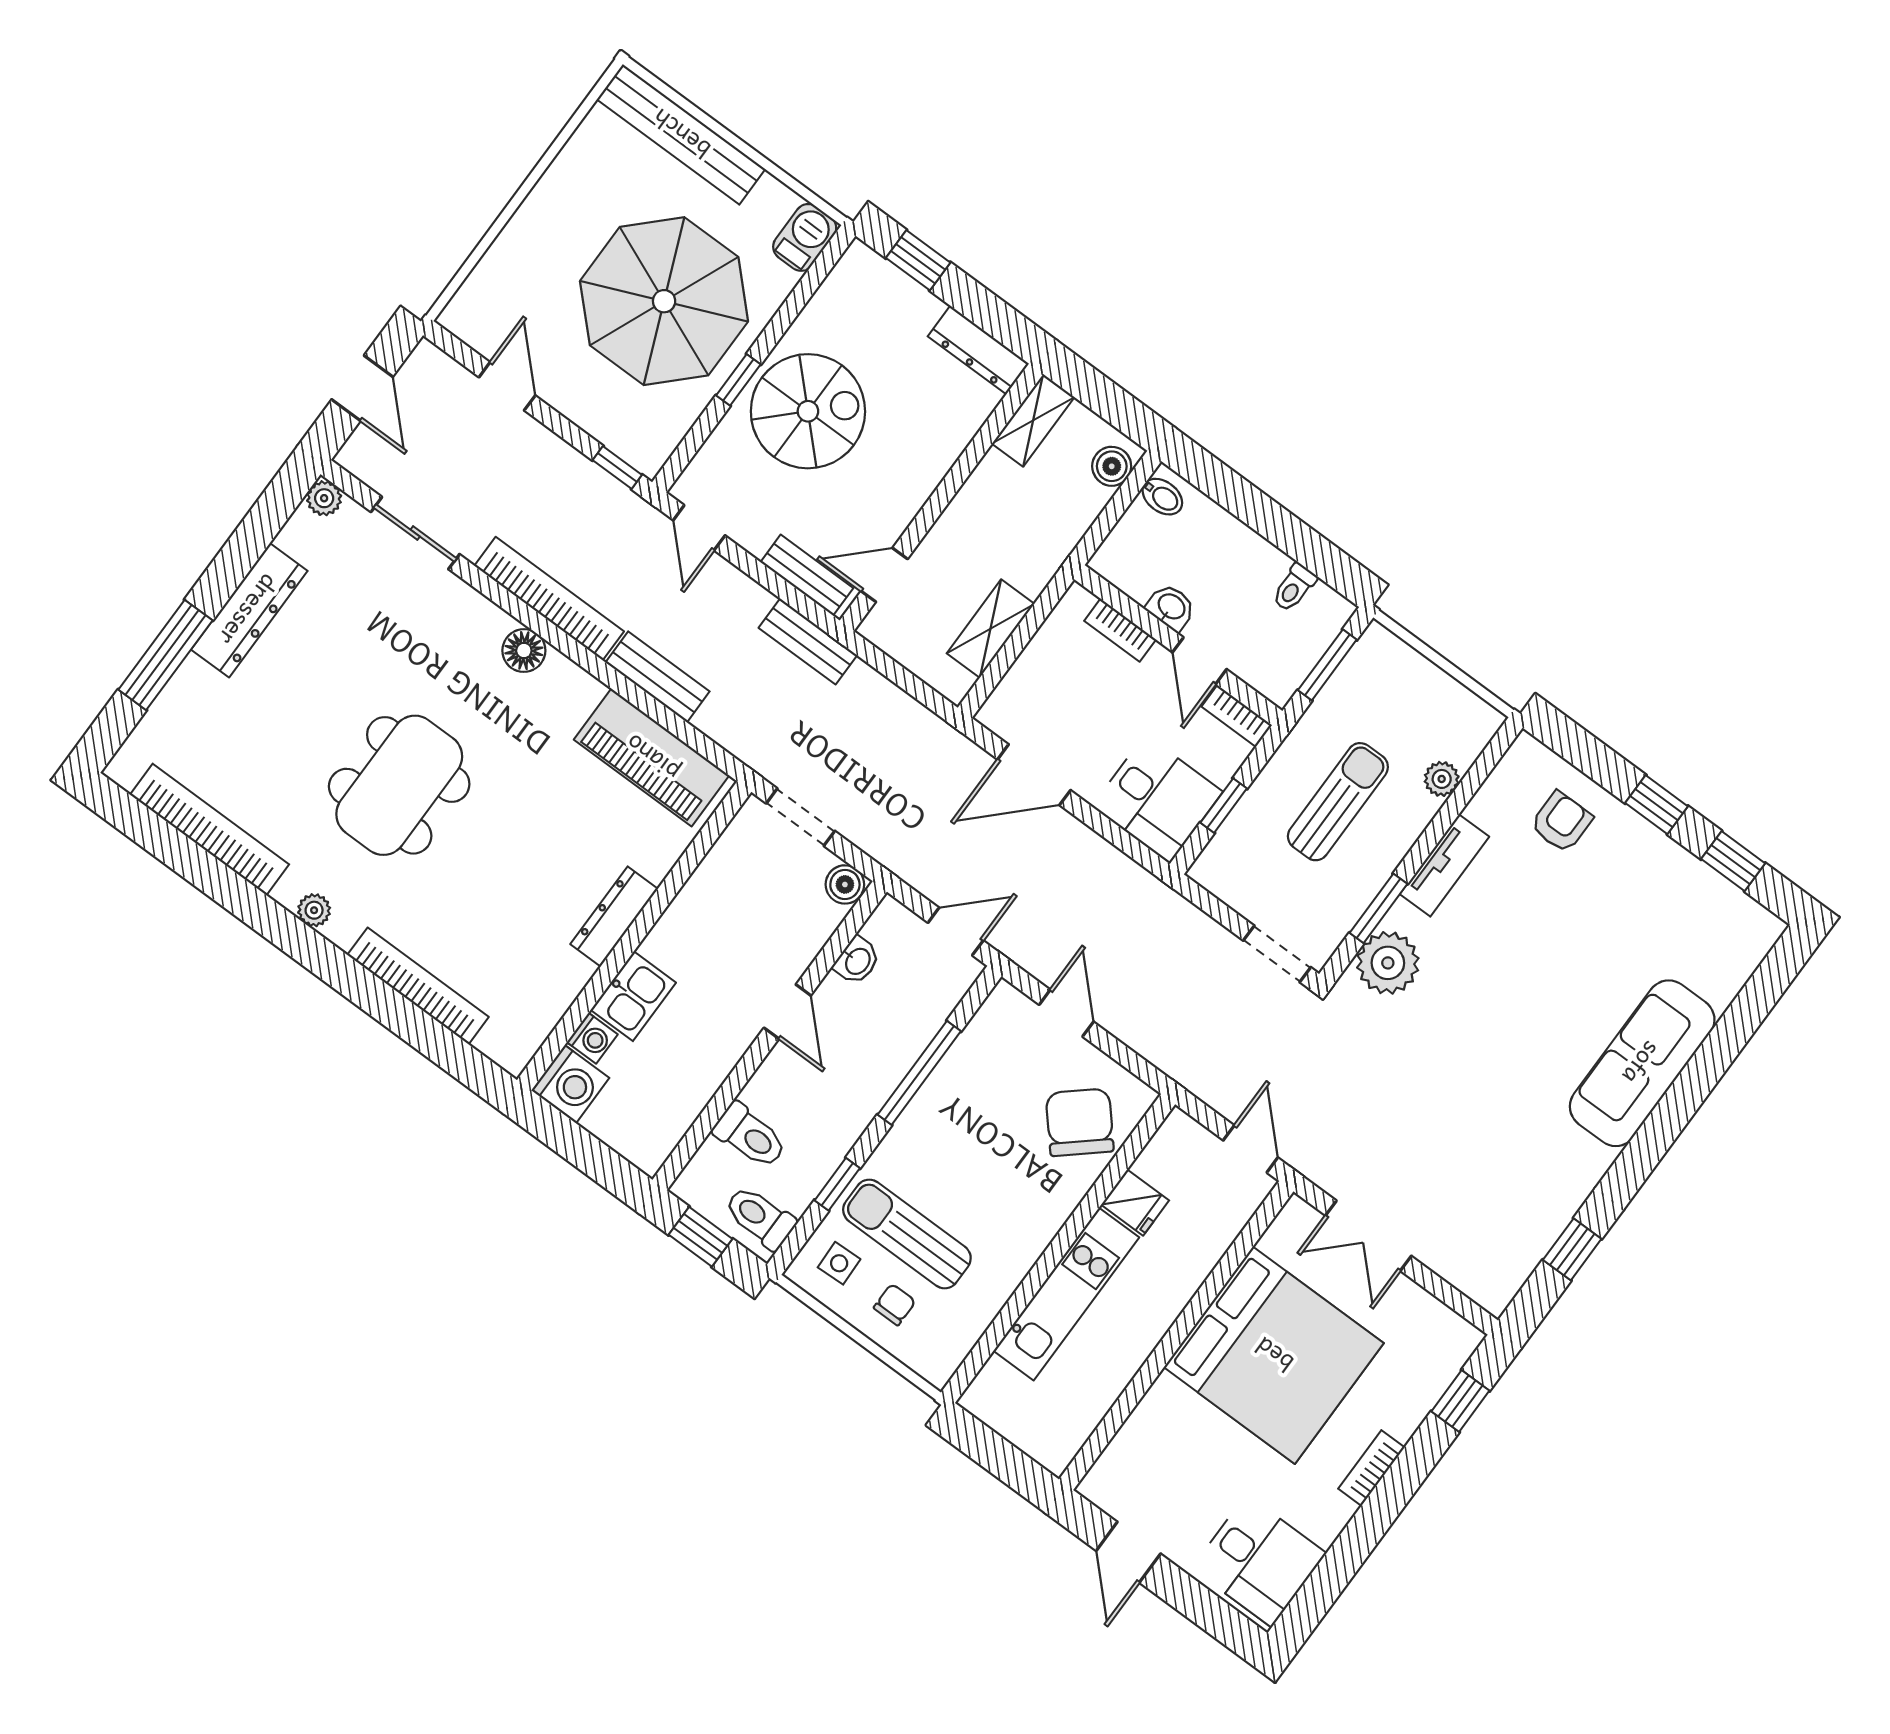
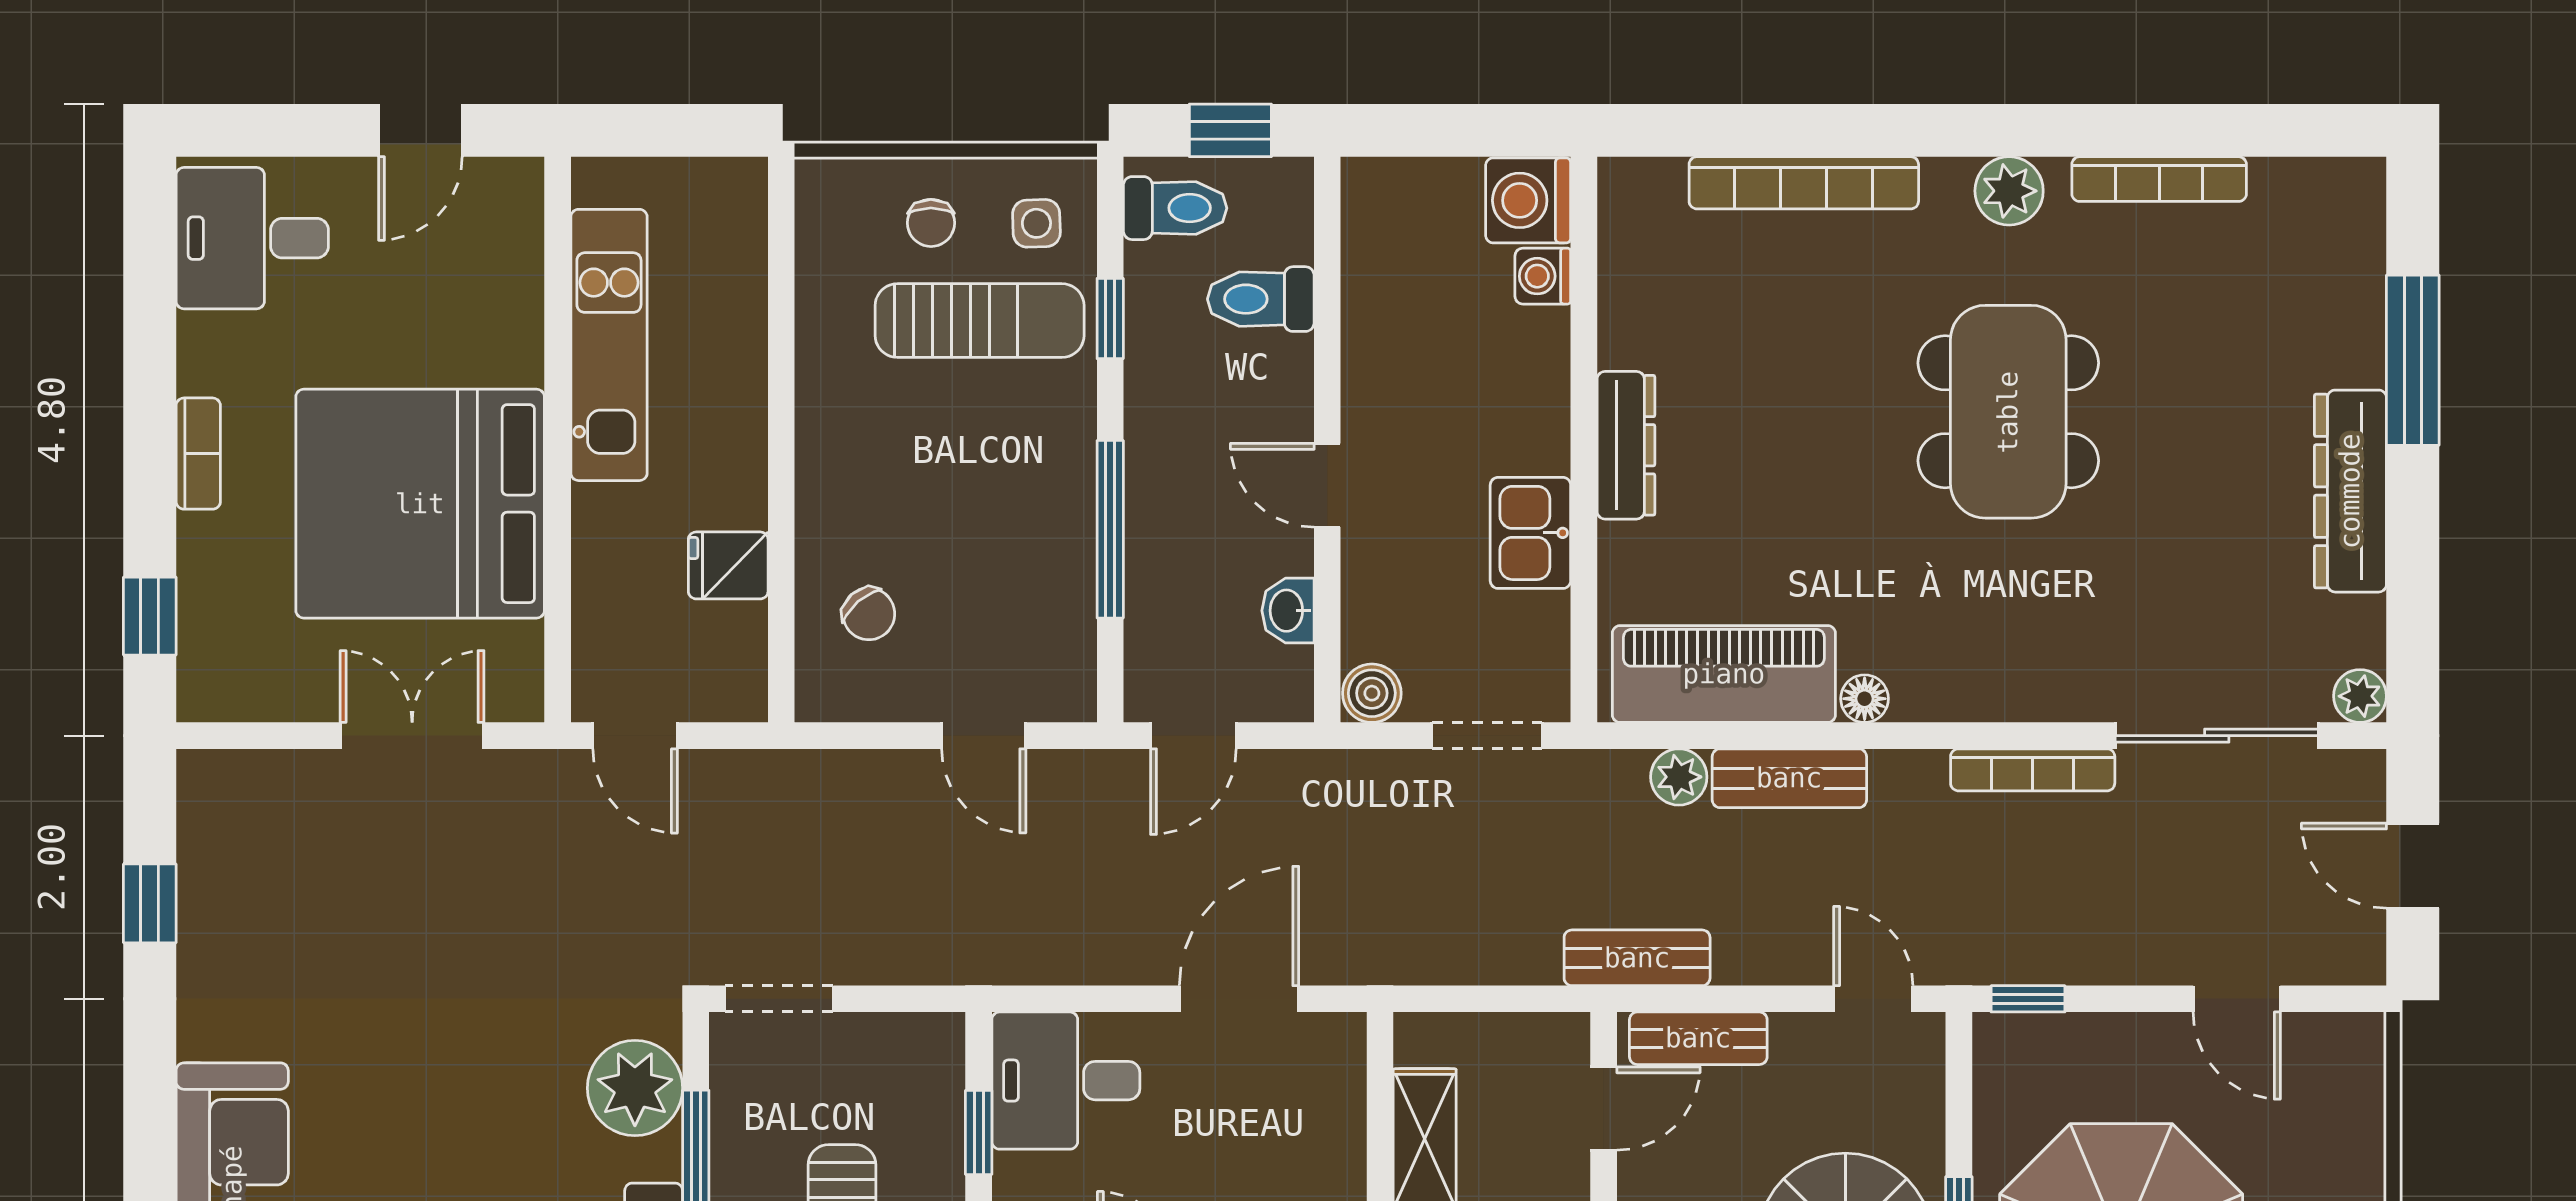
sliding door: (415, 533) -> (2217, 736), width x1.37
bookcase: (549, 599) -> (2033, 770), width x0.68, depth x0.76
floor lamp: (524, 651) -> (1865, 699), moved, width x0.73, depth x0.73
plant: (715, 721) -> (1679, 777), added
bookcase: (210, 829) -> (2159, 179), width x0.68, depth x0.76
plant: (314, 910) -> (2009, 191), width x1.38, depth x1.38
kitchen sink: (633, 996) -> (1530, 533), moved
chair: (1080, 1122) -> (869, 614), width x0.54, depth x0.54
kitchen unit: (1066, 1294) -> (609, 345), moved, turned 180
door: (1128, 1552) -> (420, 130), swing flipped

